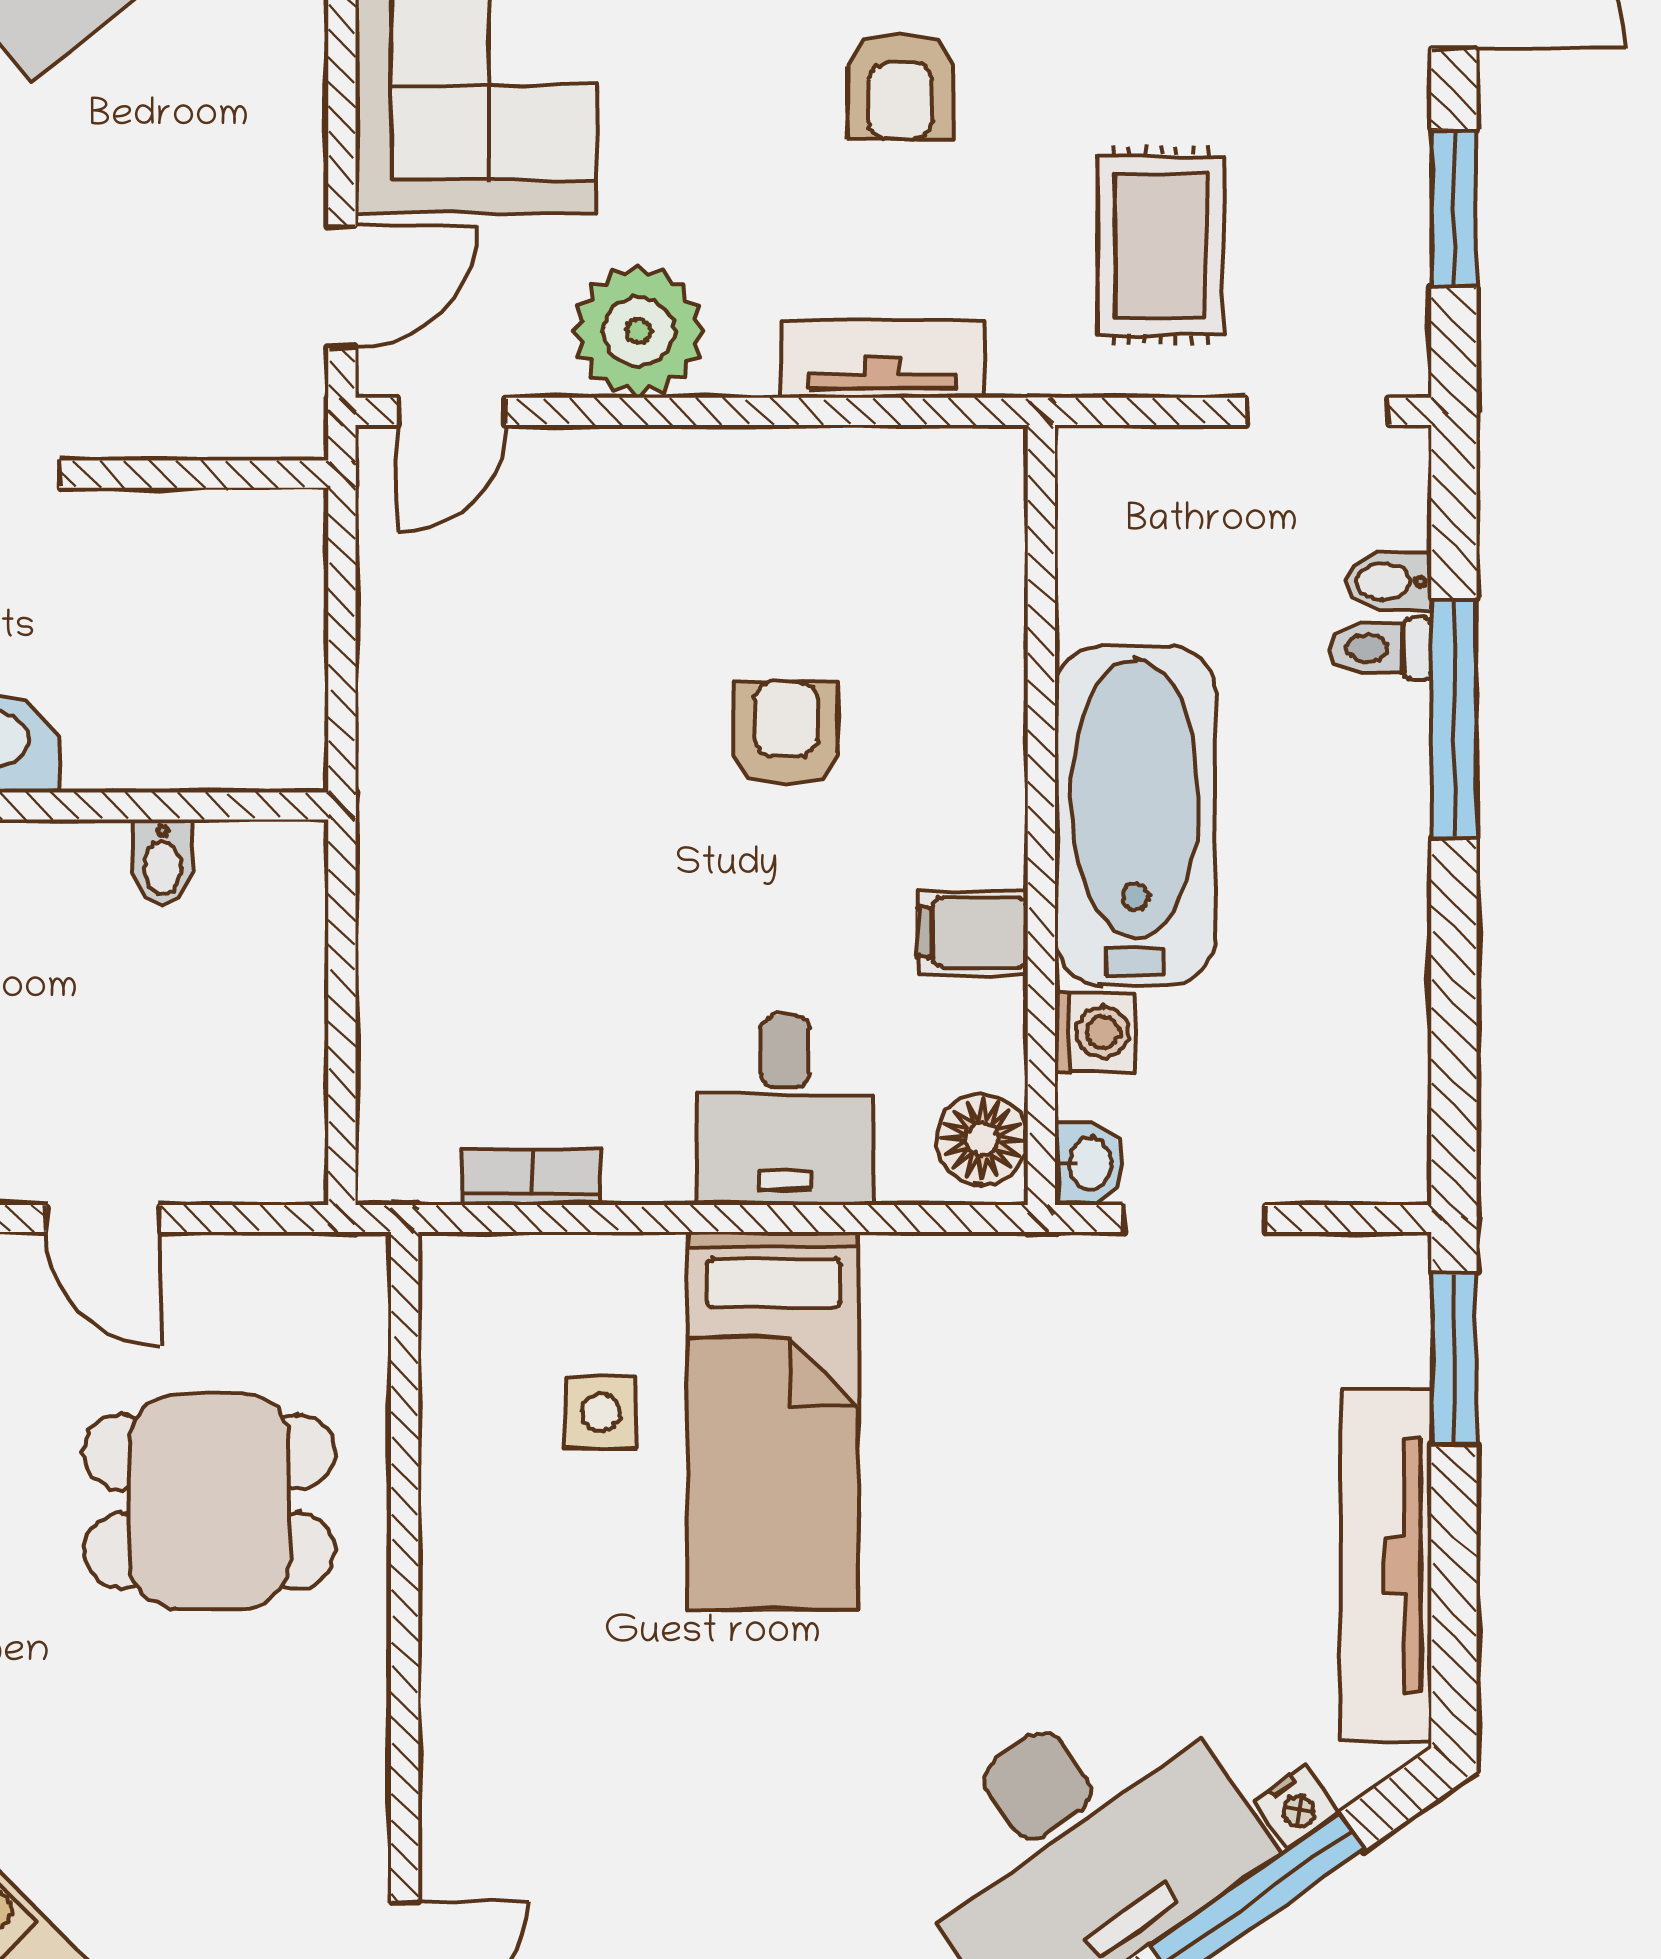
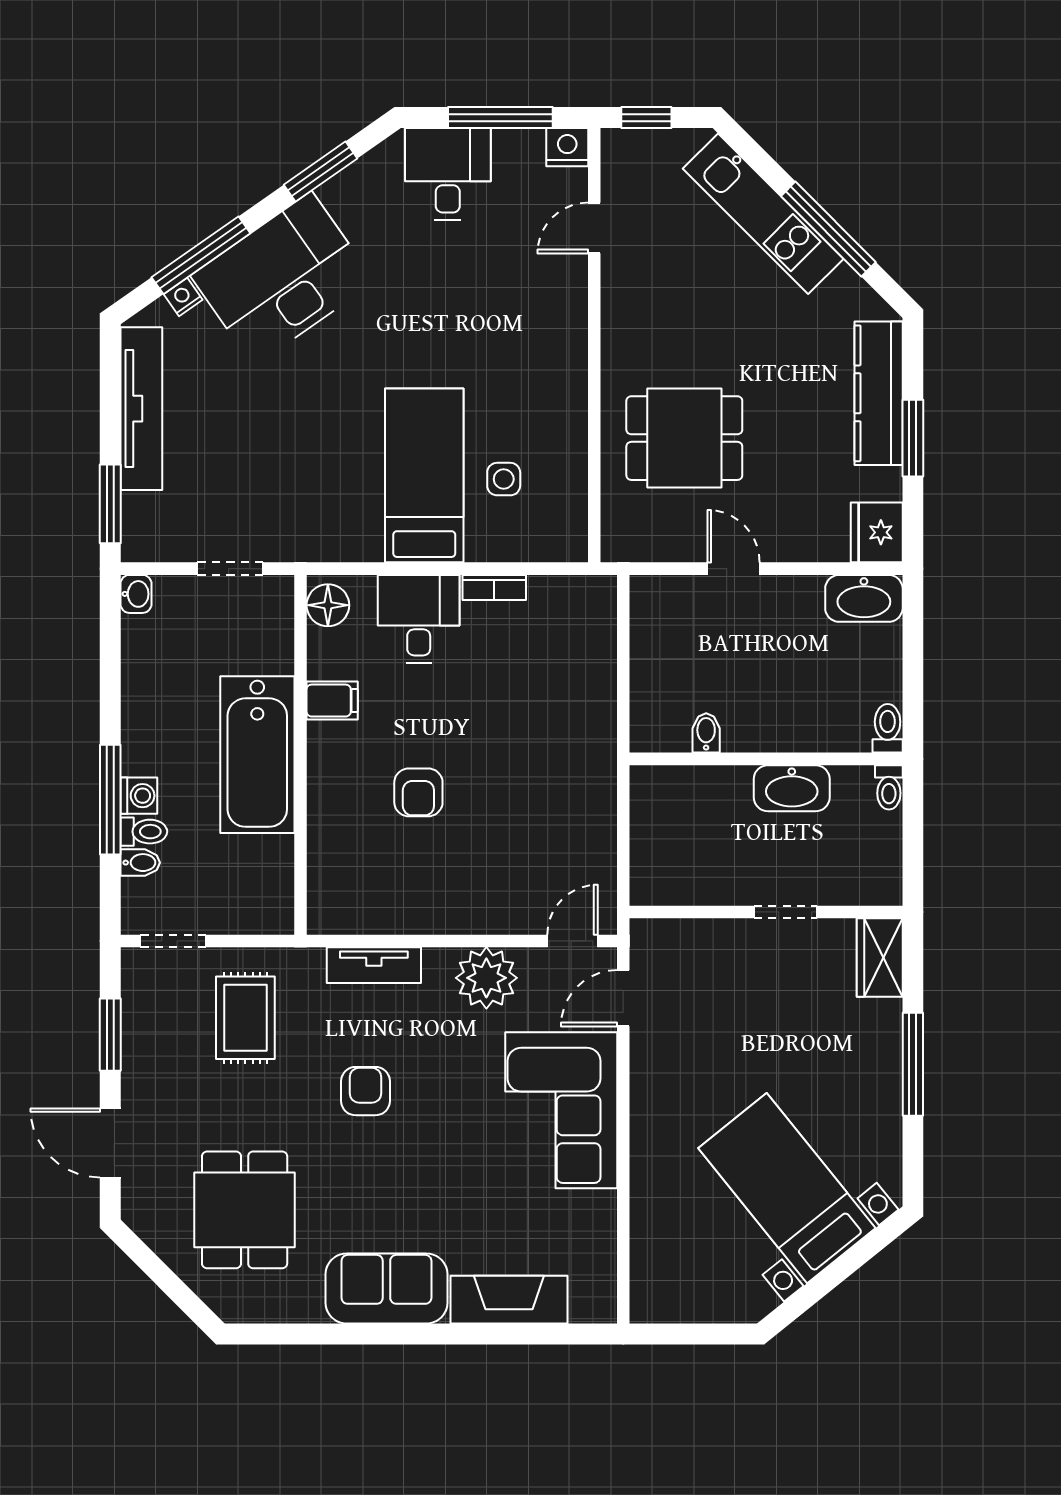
washing machine: (1095, 1032) -> (139, 796), moved, turned 180
washbasin: (1088, 1164) -> (136, 594), moved, turned 180
bookcase: (532, 1178) -> (494, 587), moved

